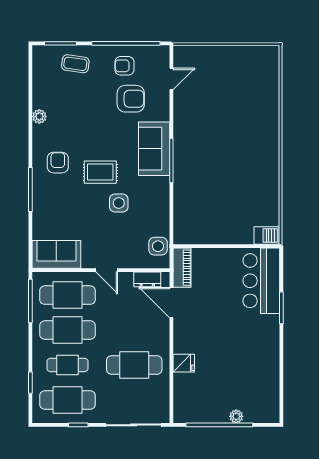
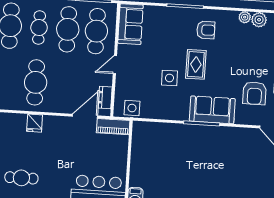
plant: (41, 99) -> (259, 20), added
cafe table: (251, 375) -> (21, 178), added

